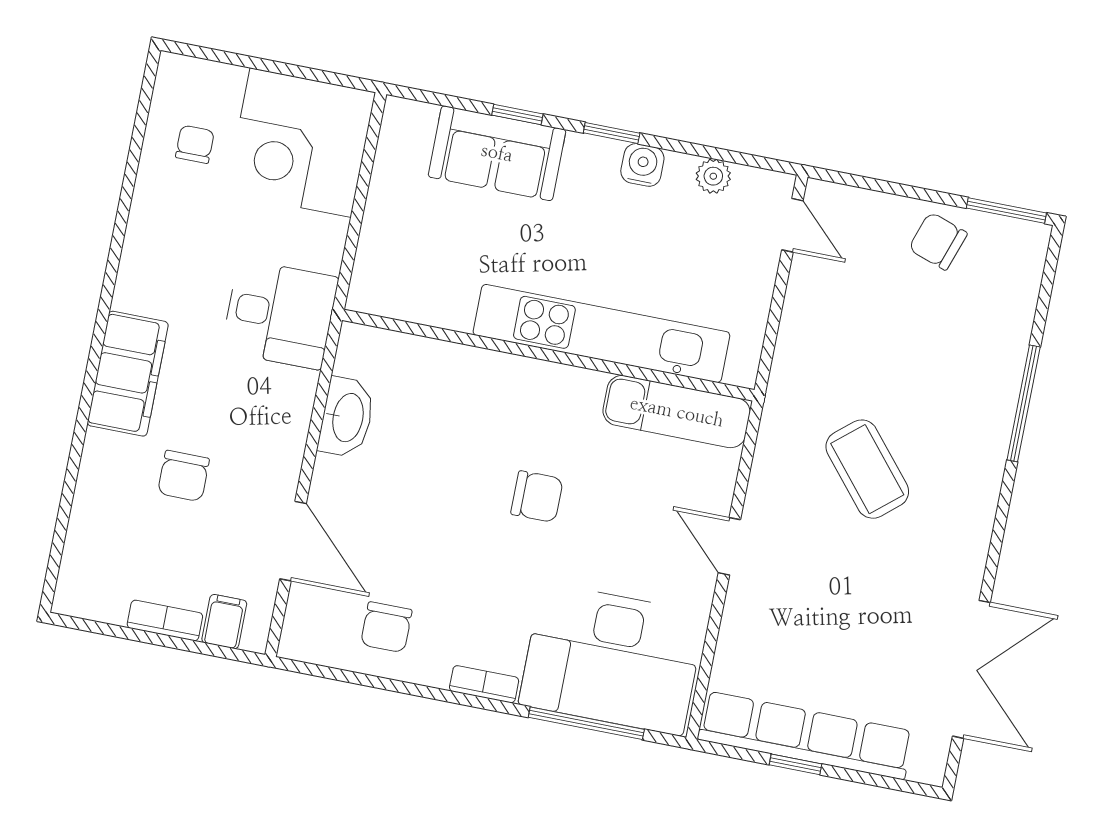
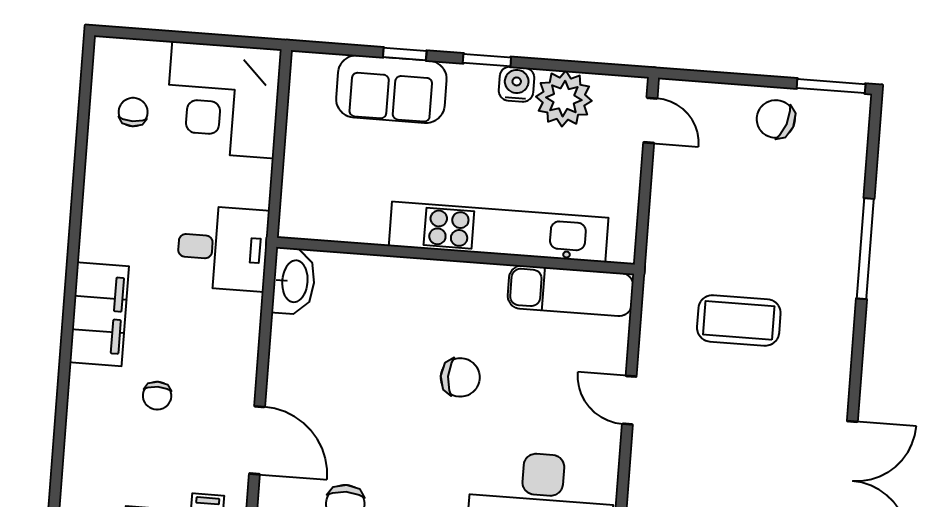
plant: (713, 176) -> (564, 99), width x1.88, depth x1.88
washbasin: (347, 417) -> (294, 281), moved
coffee table: (867, 469) -> (739, 320), turned -50
chair: (183, 476) -> (157, 396), width x0.73, depth x0.73

